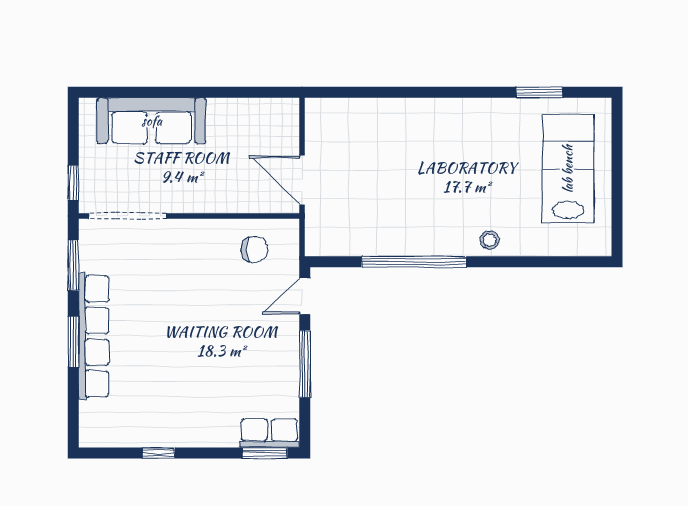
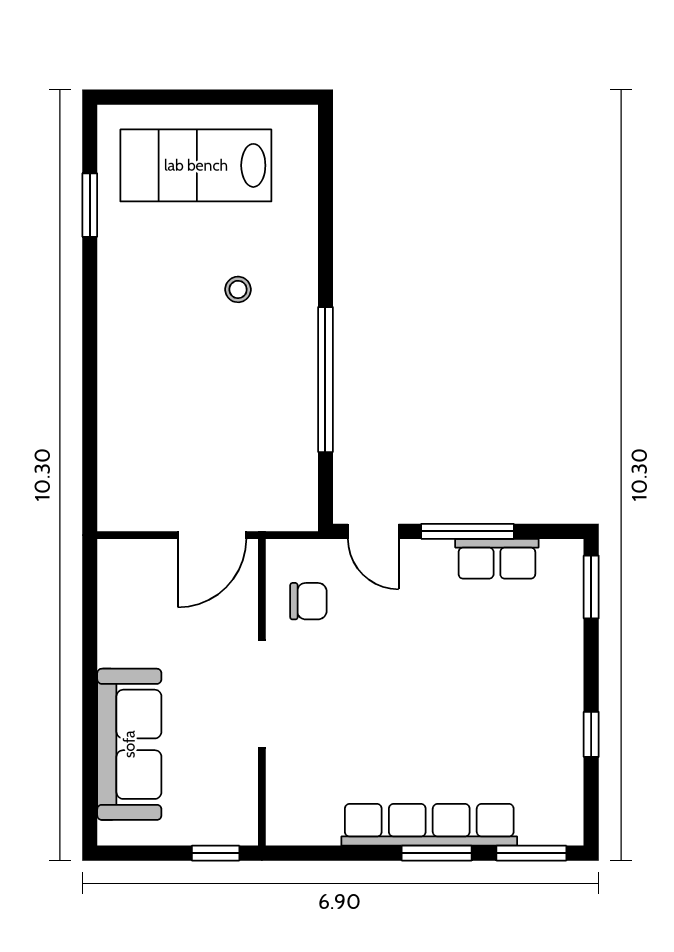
doorway: (128, 216) -> (262, 694), moved
stool: (490, 240) -> (238, 289), moved
chair: (254, 250) -> (308, 601), turned 90
window: (73, 265) -> (531, 853), moved
row of seats: (269, 433) -> (497, 559), moved, turned -90

